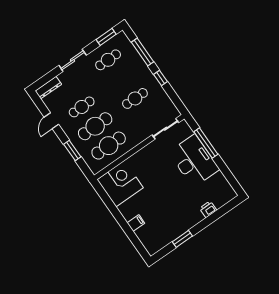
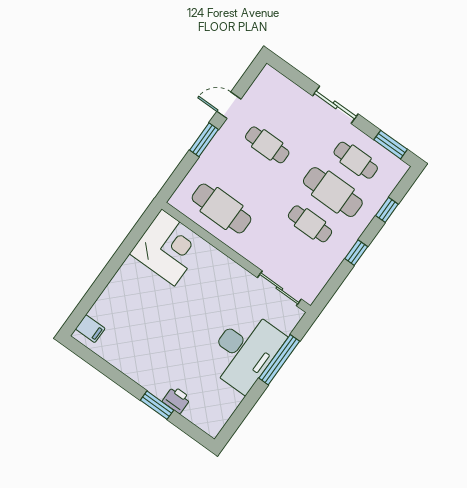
window: (142, 52) -> (387, 210), width x0.46
dresser: (48, 88) -> (279, 82), removed
cafe table: (95, 126) -> (333, 192), moved
window: (72, 151) -> (204, 140), moved
filing cabinet: (136, 223) -> (90, 329), moved
window: (182, 239) -> (157, 405), moved

